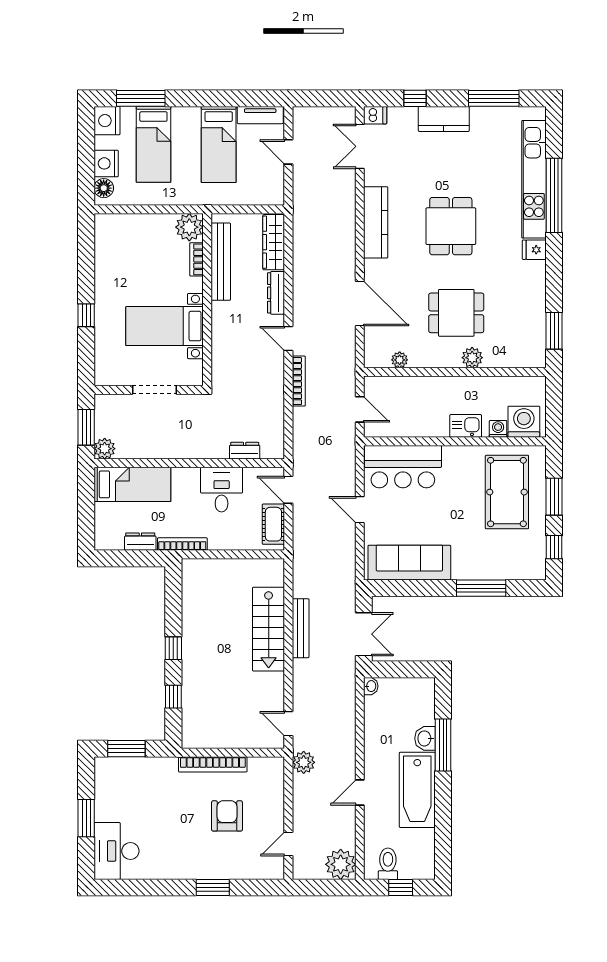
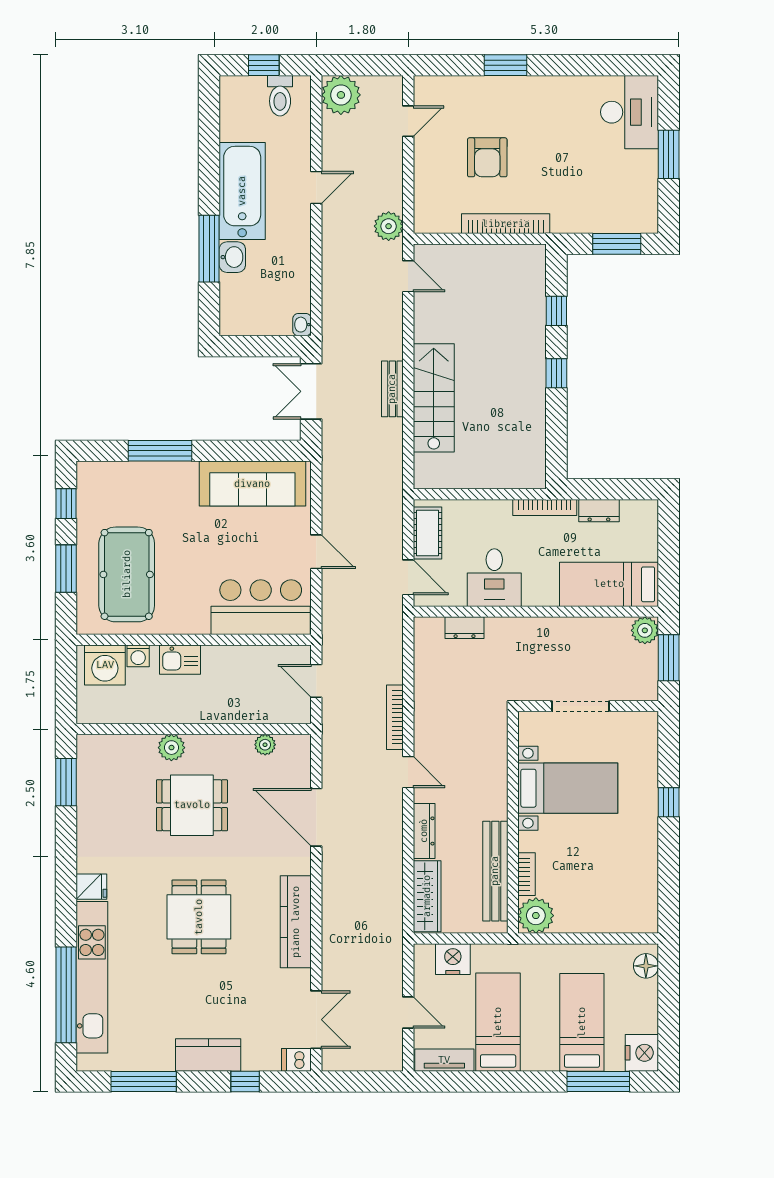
nightstand: (106, 163) -> (453, 959), moved, turned -90
window: (554, 195) -> (66, 995), moved
bench: (301, 628) -> (392, 389), width x0.73

